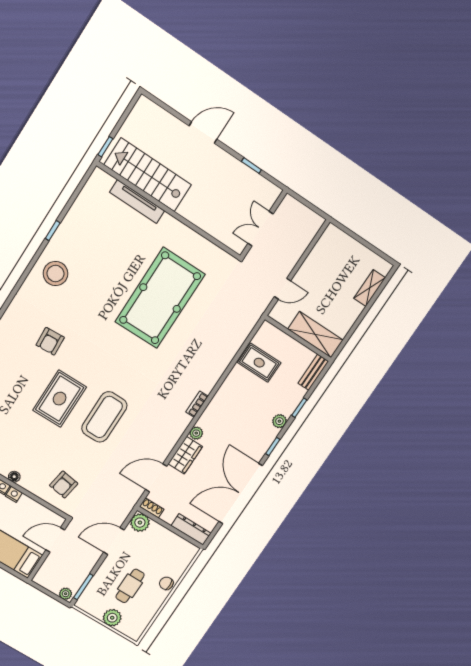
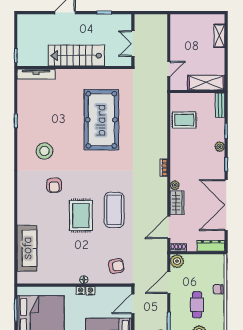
stairs: (148, 175) -> (76, 56), moved
tv unit: (137, 202) -> (36, 74), moved
stool: (56, 274) -> (44, 151), moved
armchair: (64, 485) -> (116, 266), turned -108

